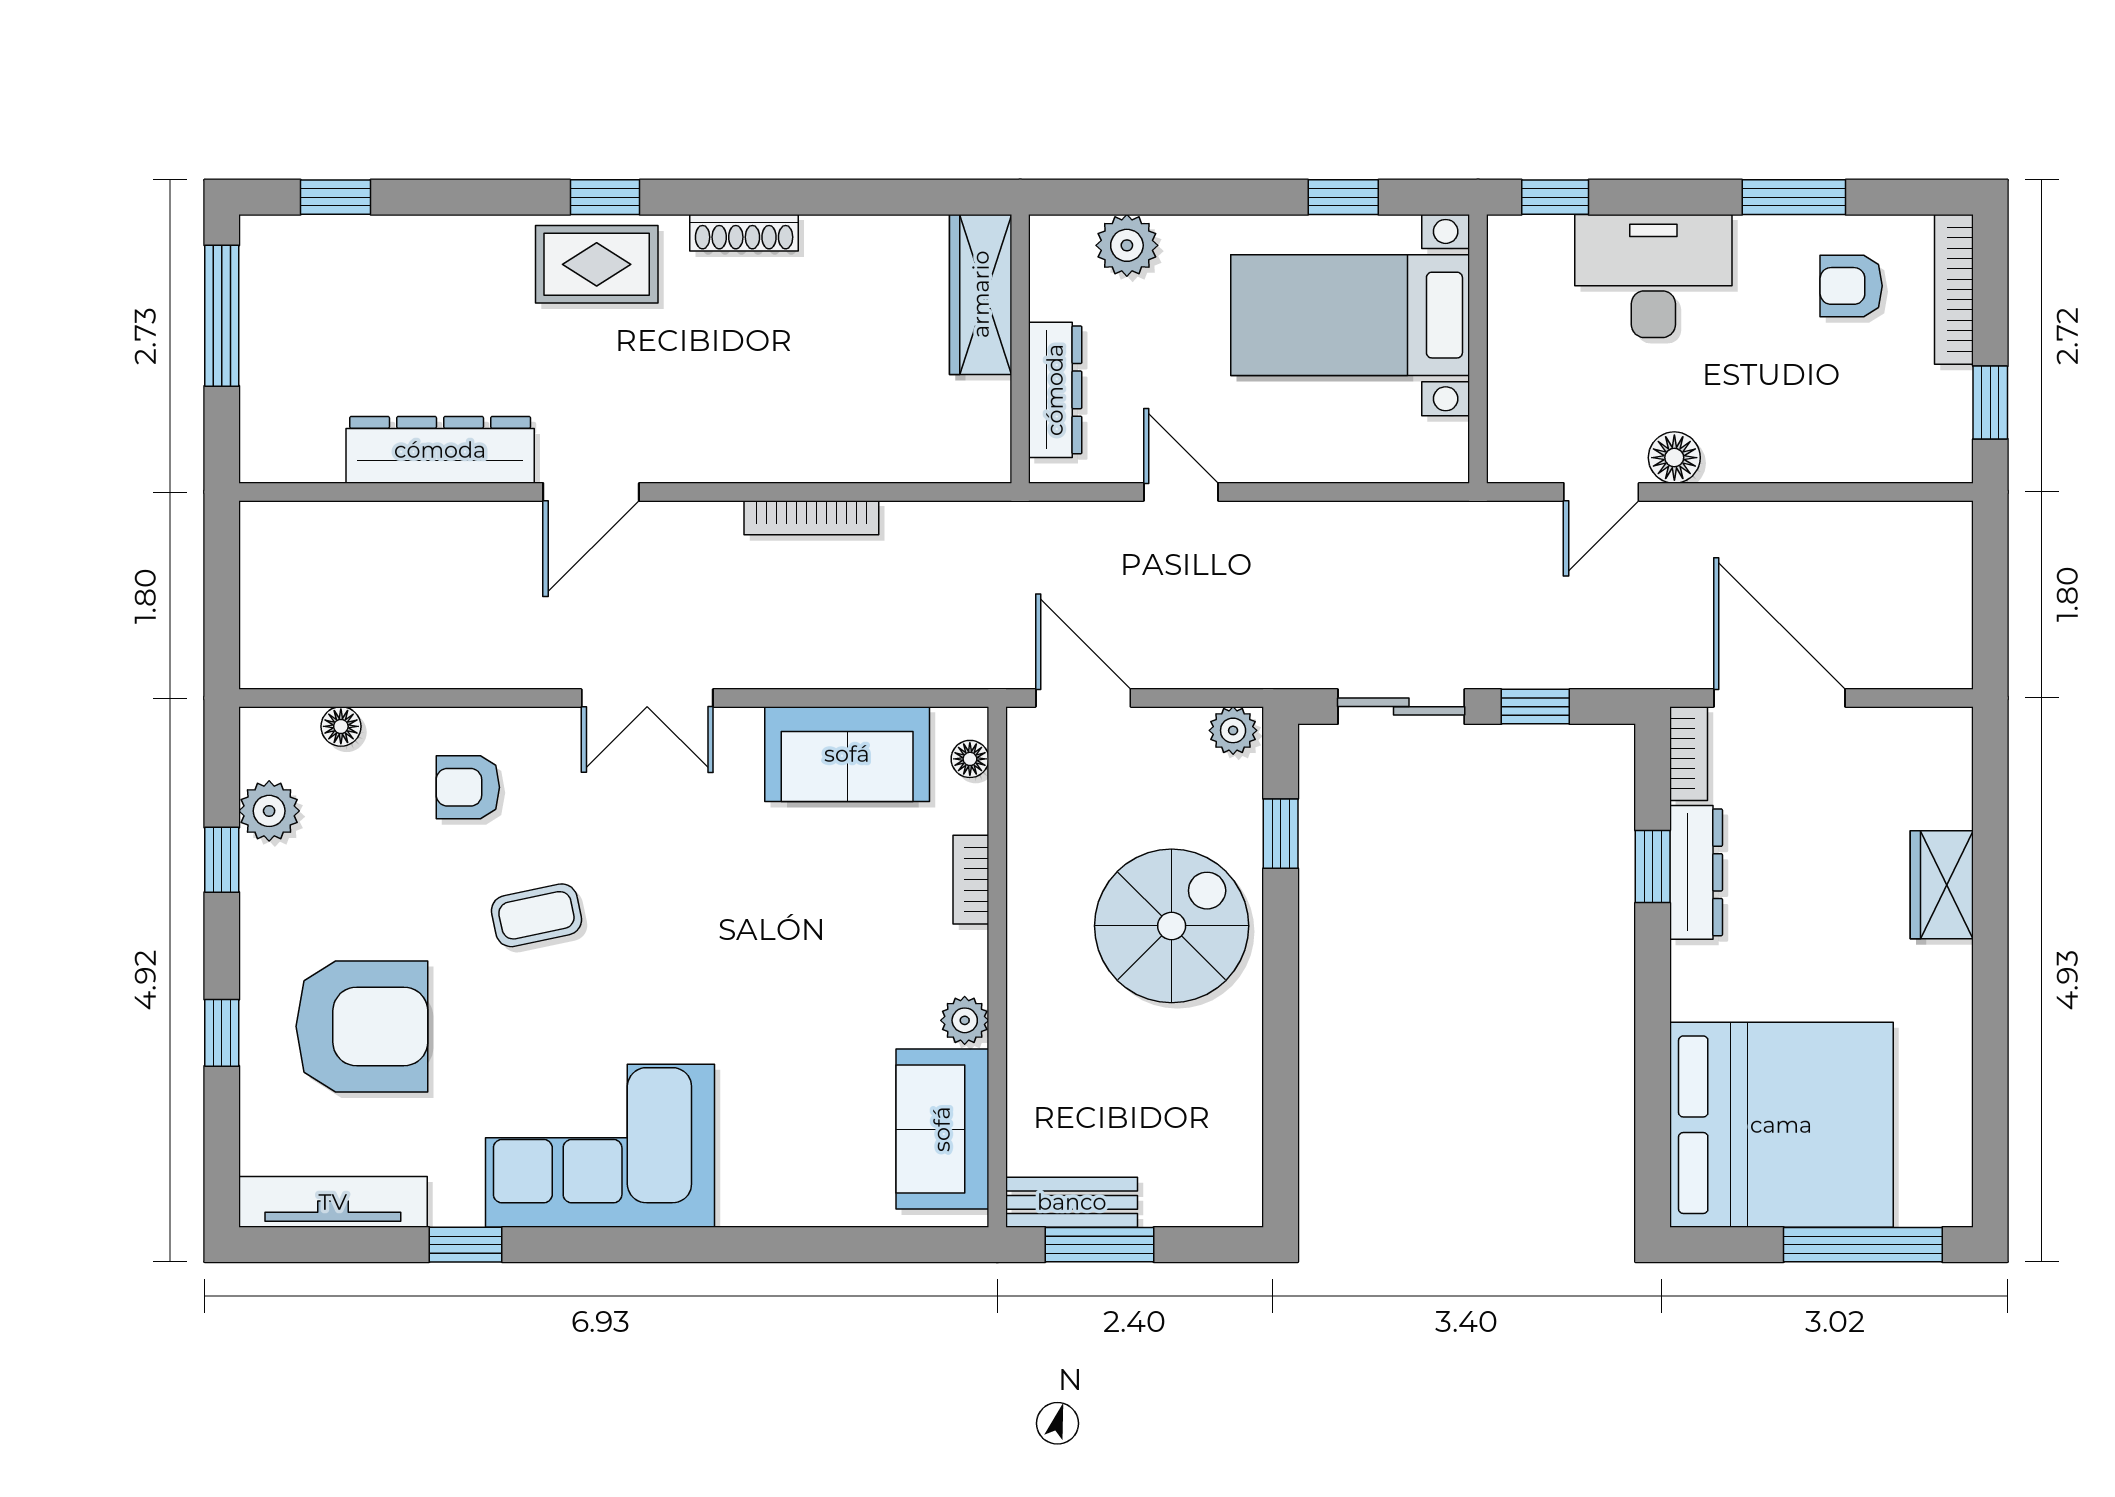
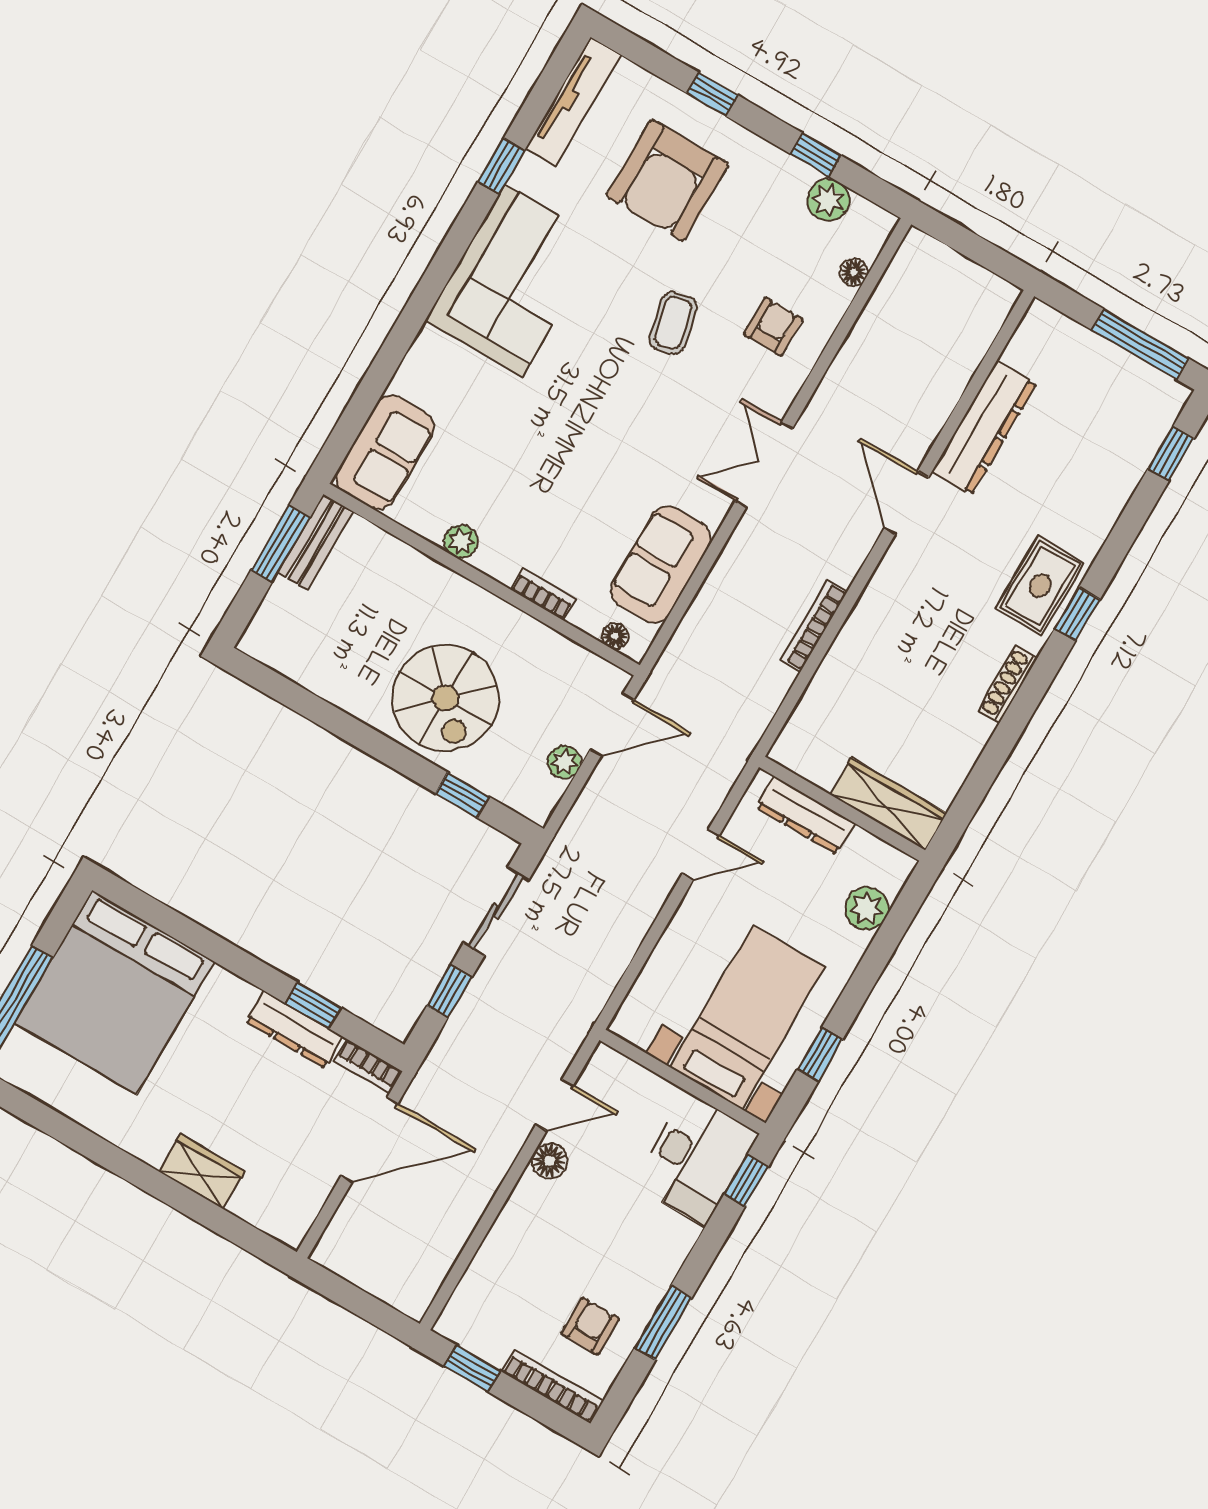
desk: (1653, 276) -> (696, 1159), moved
door: (1601, 492) -> (554, 1105), swing flipped
plant: (1233, 730) -> (564, 762), moved
sofa: (942, 1129) -> (385, 452), moved, turned 90

